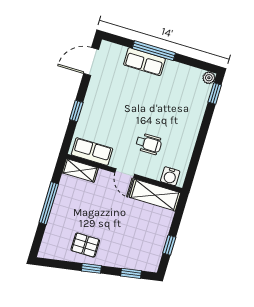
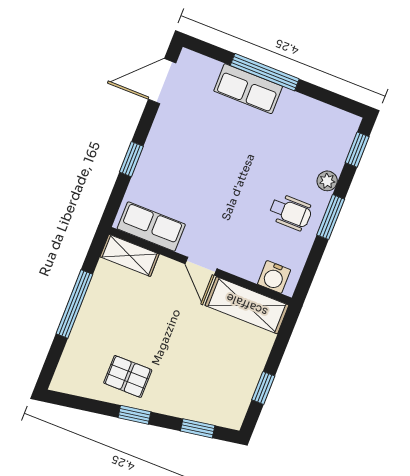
plant: (209, 78) -> (327, 181), moved
window: (202, 136) -> (331, 217), added
wheelchair: (149, 144) -> (290, 212), moved

